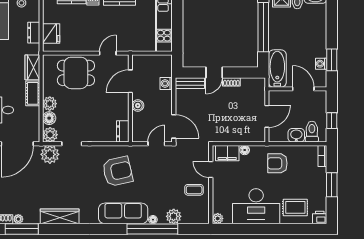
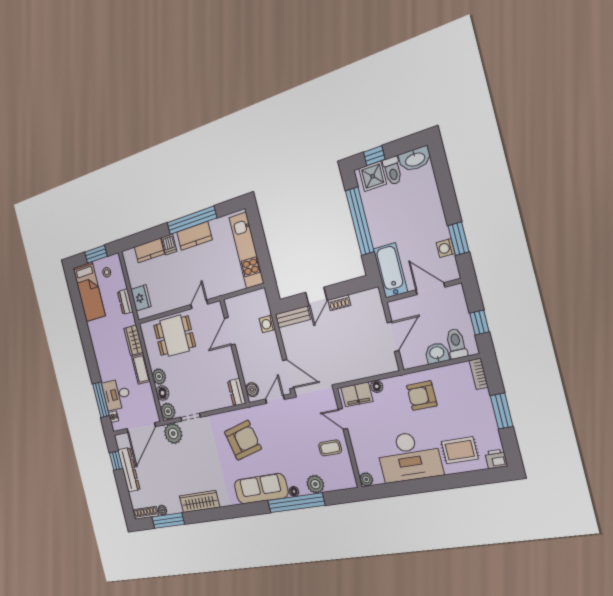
boiler: (138, 106) -> (252, 390), moved

